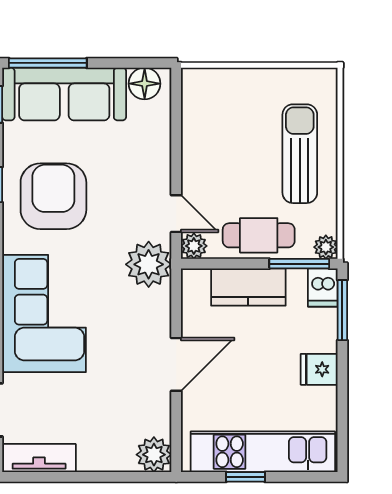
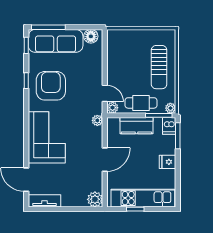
sun lounger: (300, 154) -> (159, 67), turned 180
plant: (149, 264) -> (97, 120), width x0.53, depth x0.53

